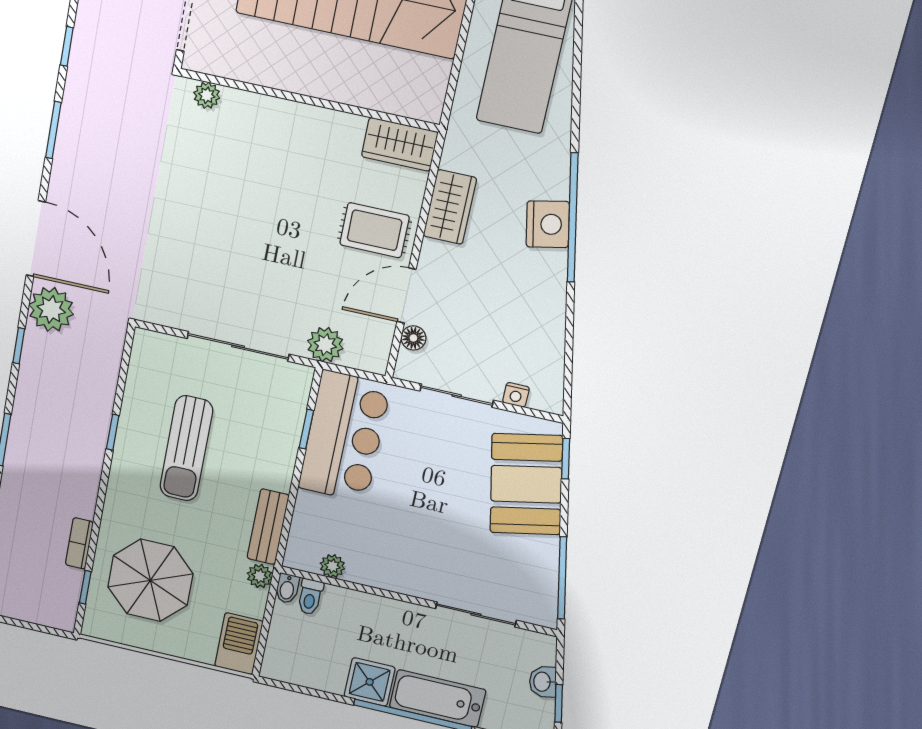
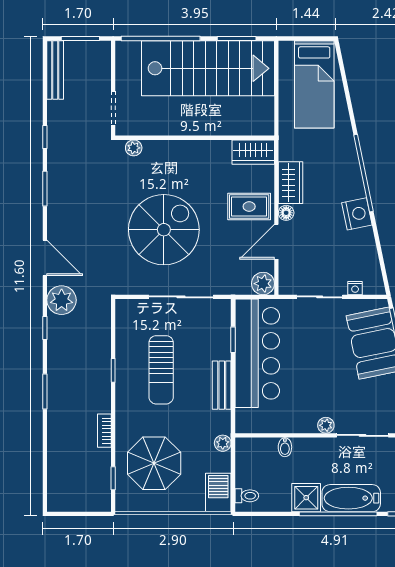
nightstand: (548, 224) -> (357, 214), moved
spiral stairs: (231, 237) -> (164, 230), added
door: (36, 239) -> (45, 258), width x0.73
floor lamp: (413, 338) -> (286, 213), moved
plant: (325, 345) -> (263, 284), moved
bar counter: (344, 436) -> (257, 353), width x1.36
bench: (268, 527) -> (222, 385), moved
bookcase: (79, 543) -> (104, 431), moved
plant: (332, 566) -> (326, 425), moved
bidet: (287, 588) -> (285, 447), moved
toilet: (310, 597) -> (247, 496), moved, turned -90

